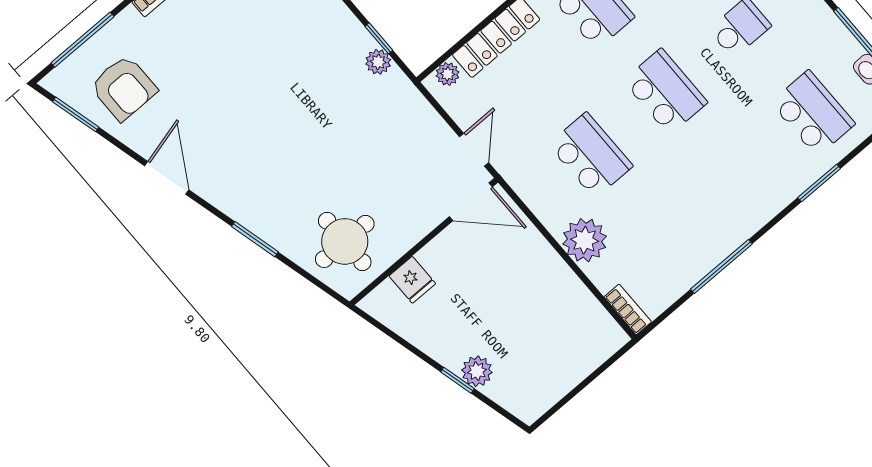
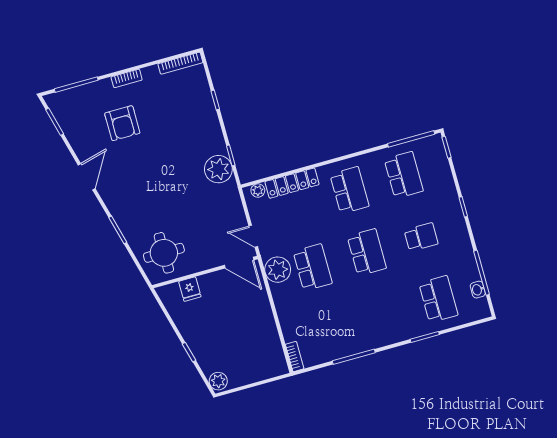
plant: (378, 62) -> (218, 169), width x1.87, depth x1.87
armchair: (124, 88) -> (122, 123), moved
door: (474, 150) -> (253, 236), swing flipped
plant: (585, 240) -> (278, 270), moved
plant: (477, 371) -> (218, 381), moved

